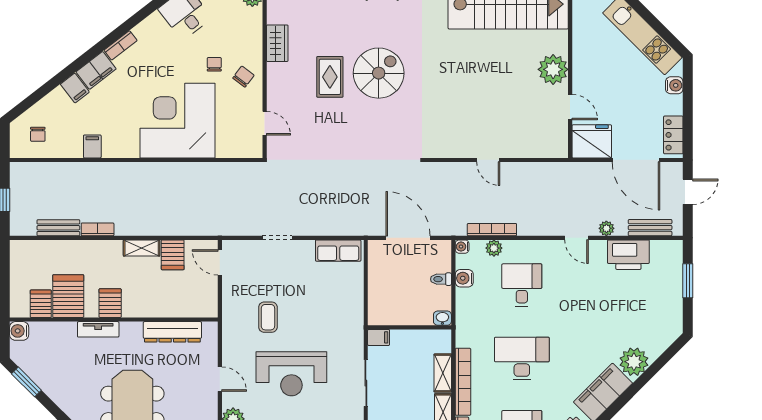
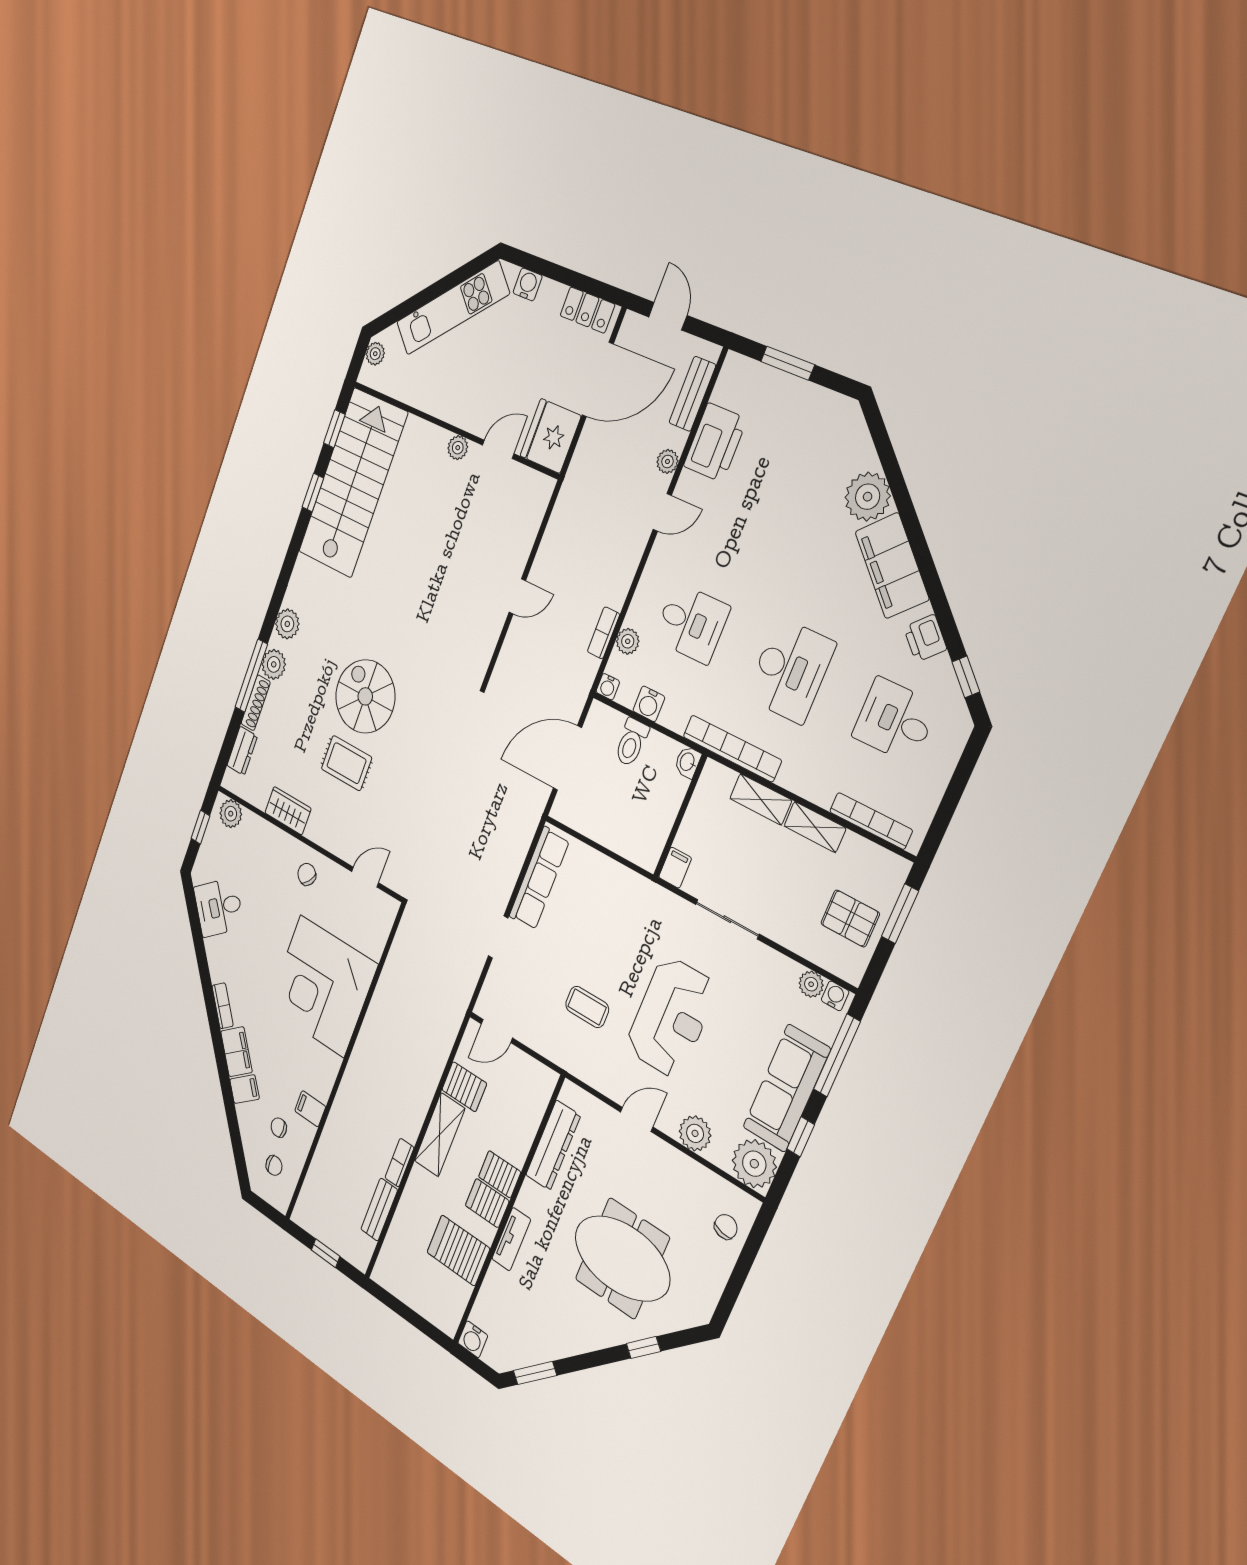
chair: (214, 64) -> (279, 1127), moved
plant: (553, 69) -> (458, 448), width x0.53, depth x0.53
bookcase: (492, 230) -> (603, 633), width x0.64
shelving: (142, 248) -> (440, 1135), width x1.50, depth x1.33
row of seats: (338, 251) -> (539, 878), width x1.48
toilet: (441, 279) -> (631, 742), width x1.37, depth x1.39
desk: (522, 285) -> (691, 623), turned 180
server rack: (41, 304) -> (500, 1174), moved
desk: (522, 358) -> (790, 670), turned 180
bookcase: (463, 382) -> (732, 748), moved

